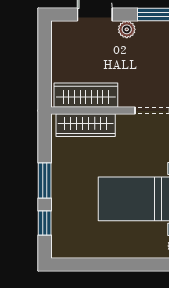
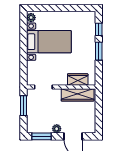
wardrobe: (86, 125) -> (78, 80), width x0.67

